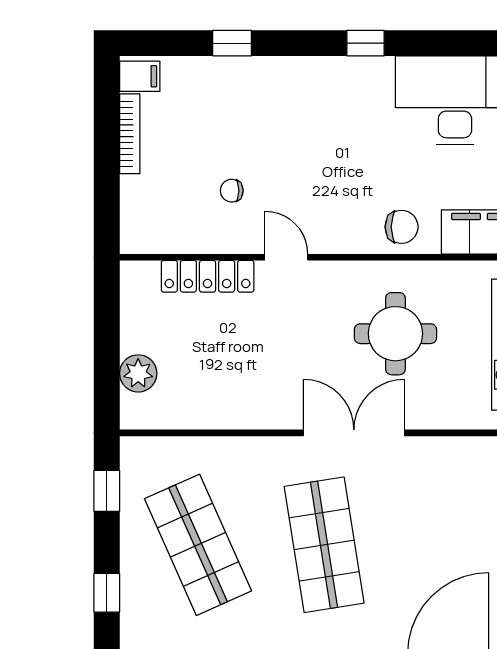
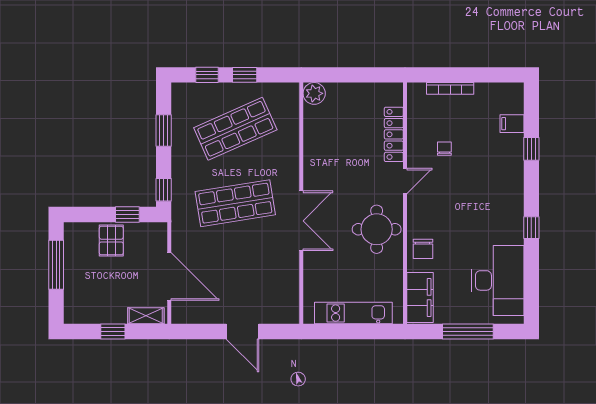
filing cabinet: (140, 76) -> (512, 124), moved, turned 90
bookcase: (130, 134) -> (450, 88), moved
round table: (395, 334) -> (377, 229), moved
plant: (138, 373) -> (314, 93), moved
window: (107, 491) -> (245, 75), moved

